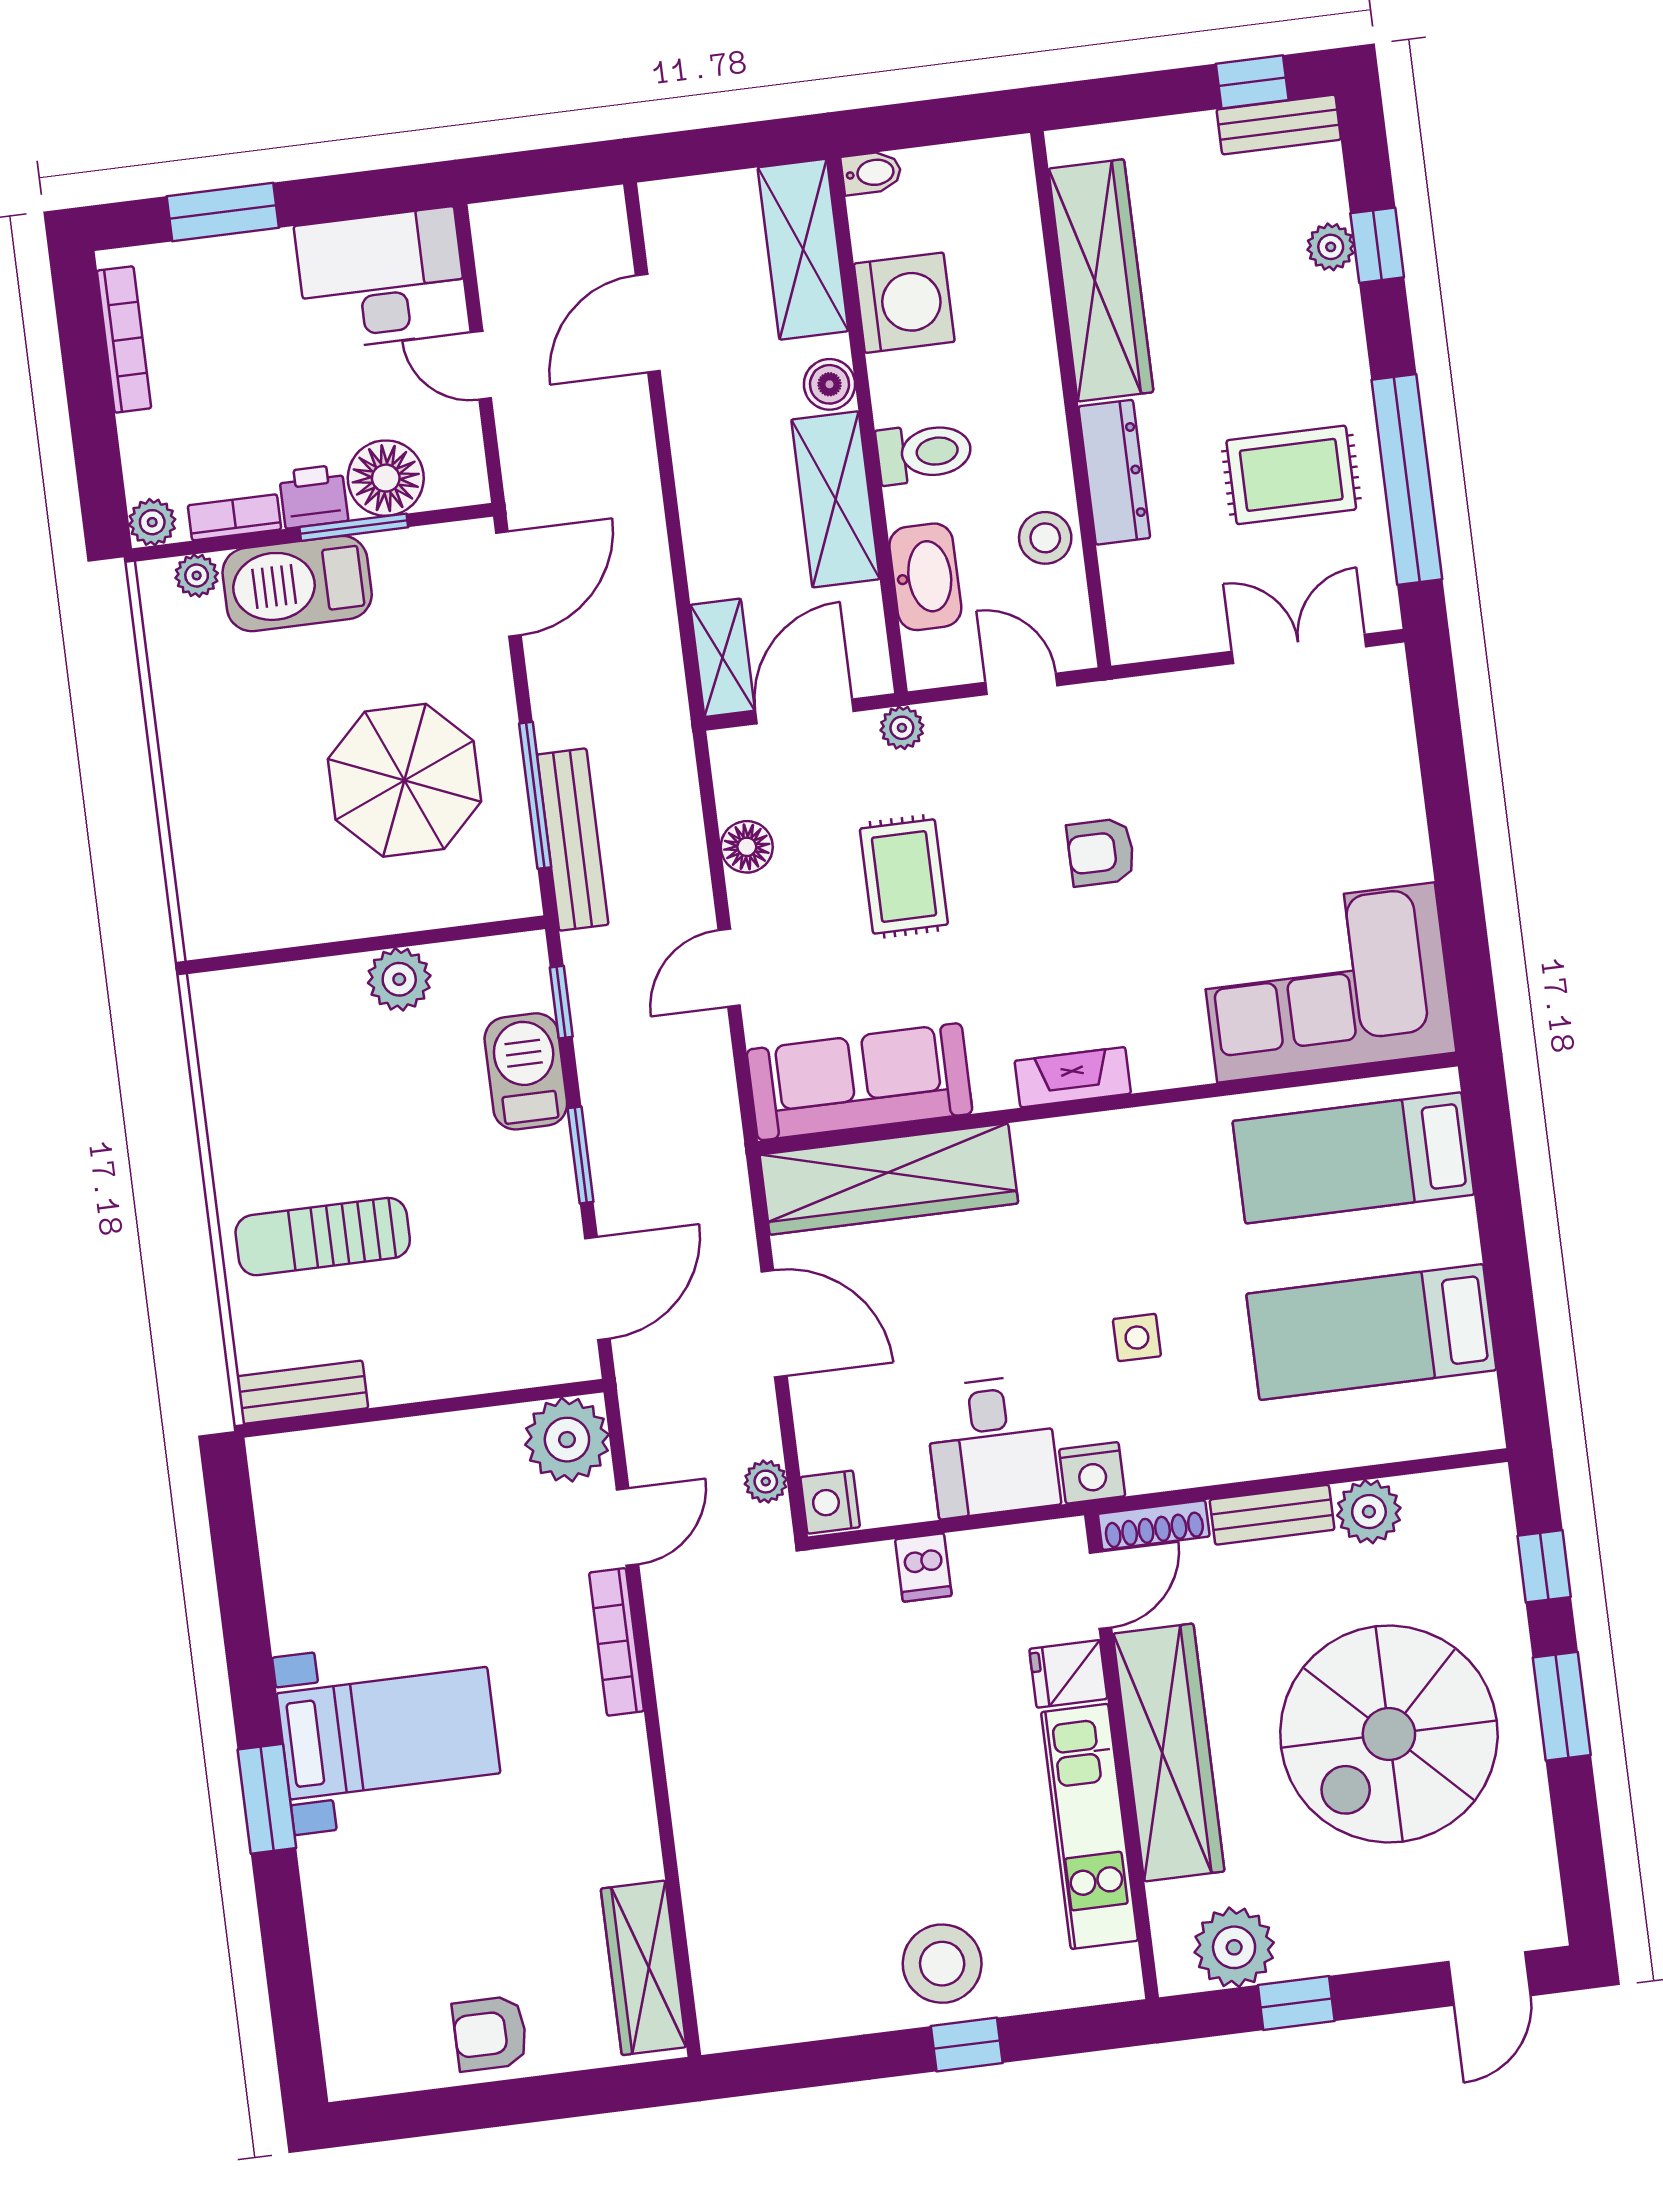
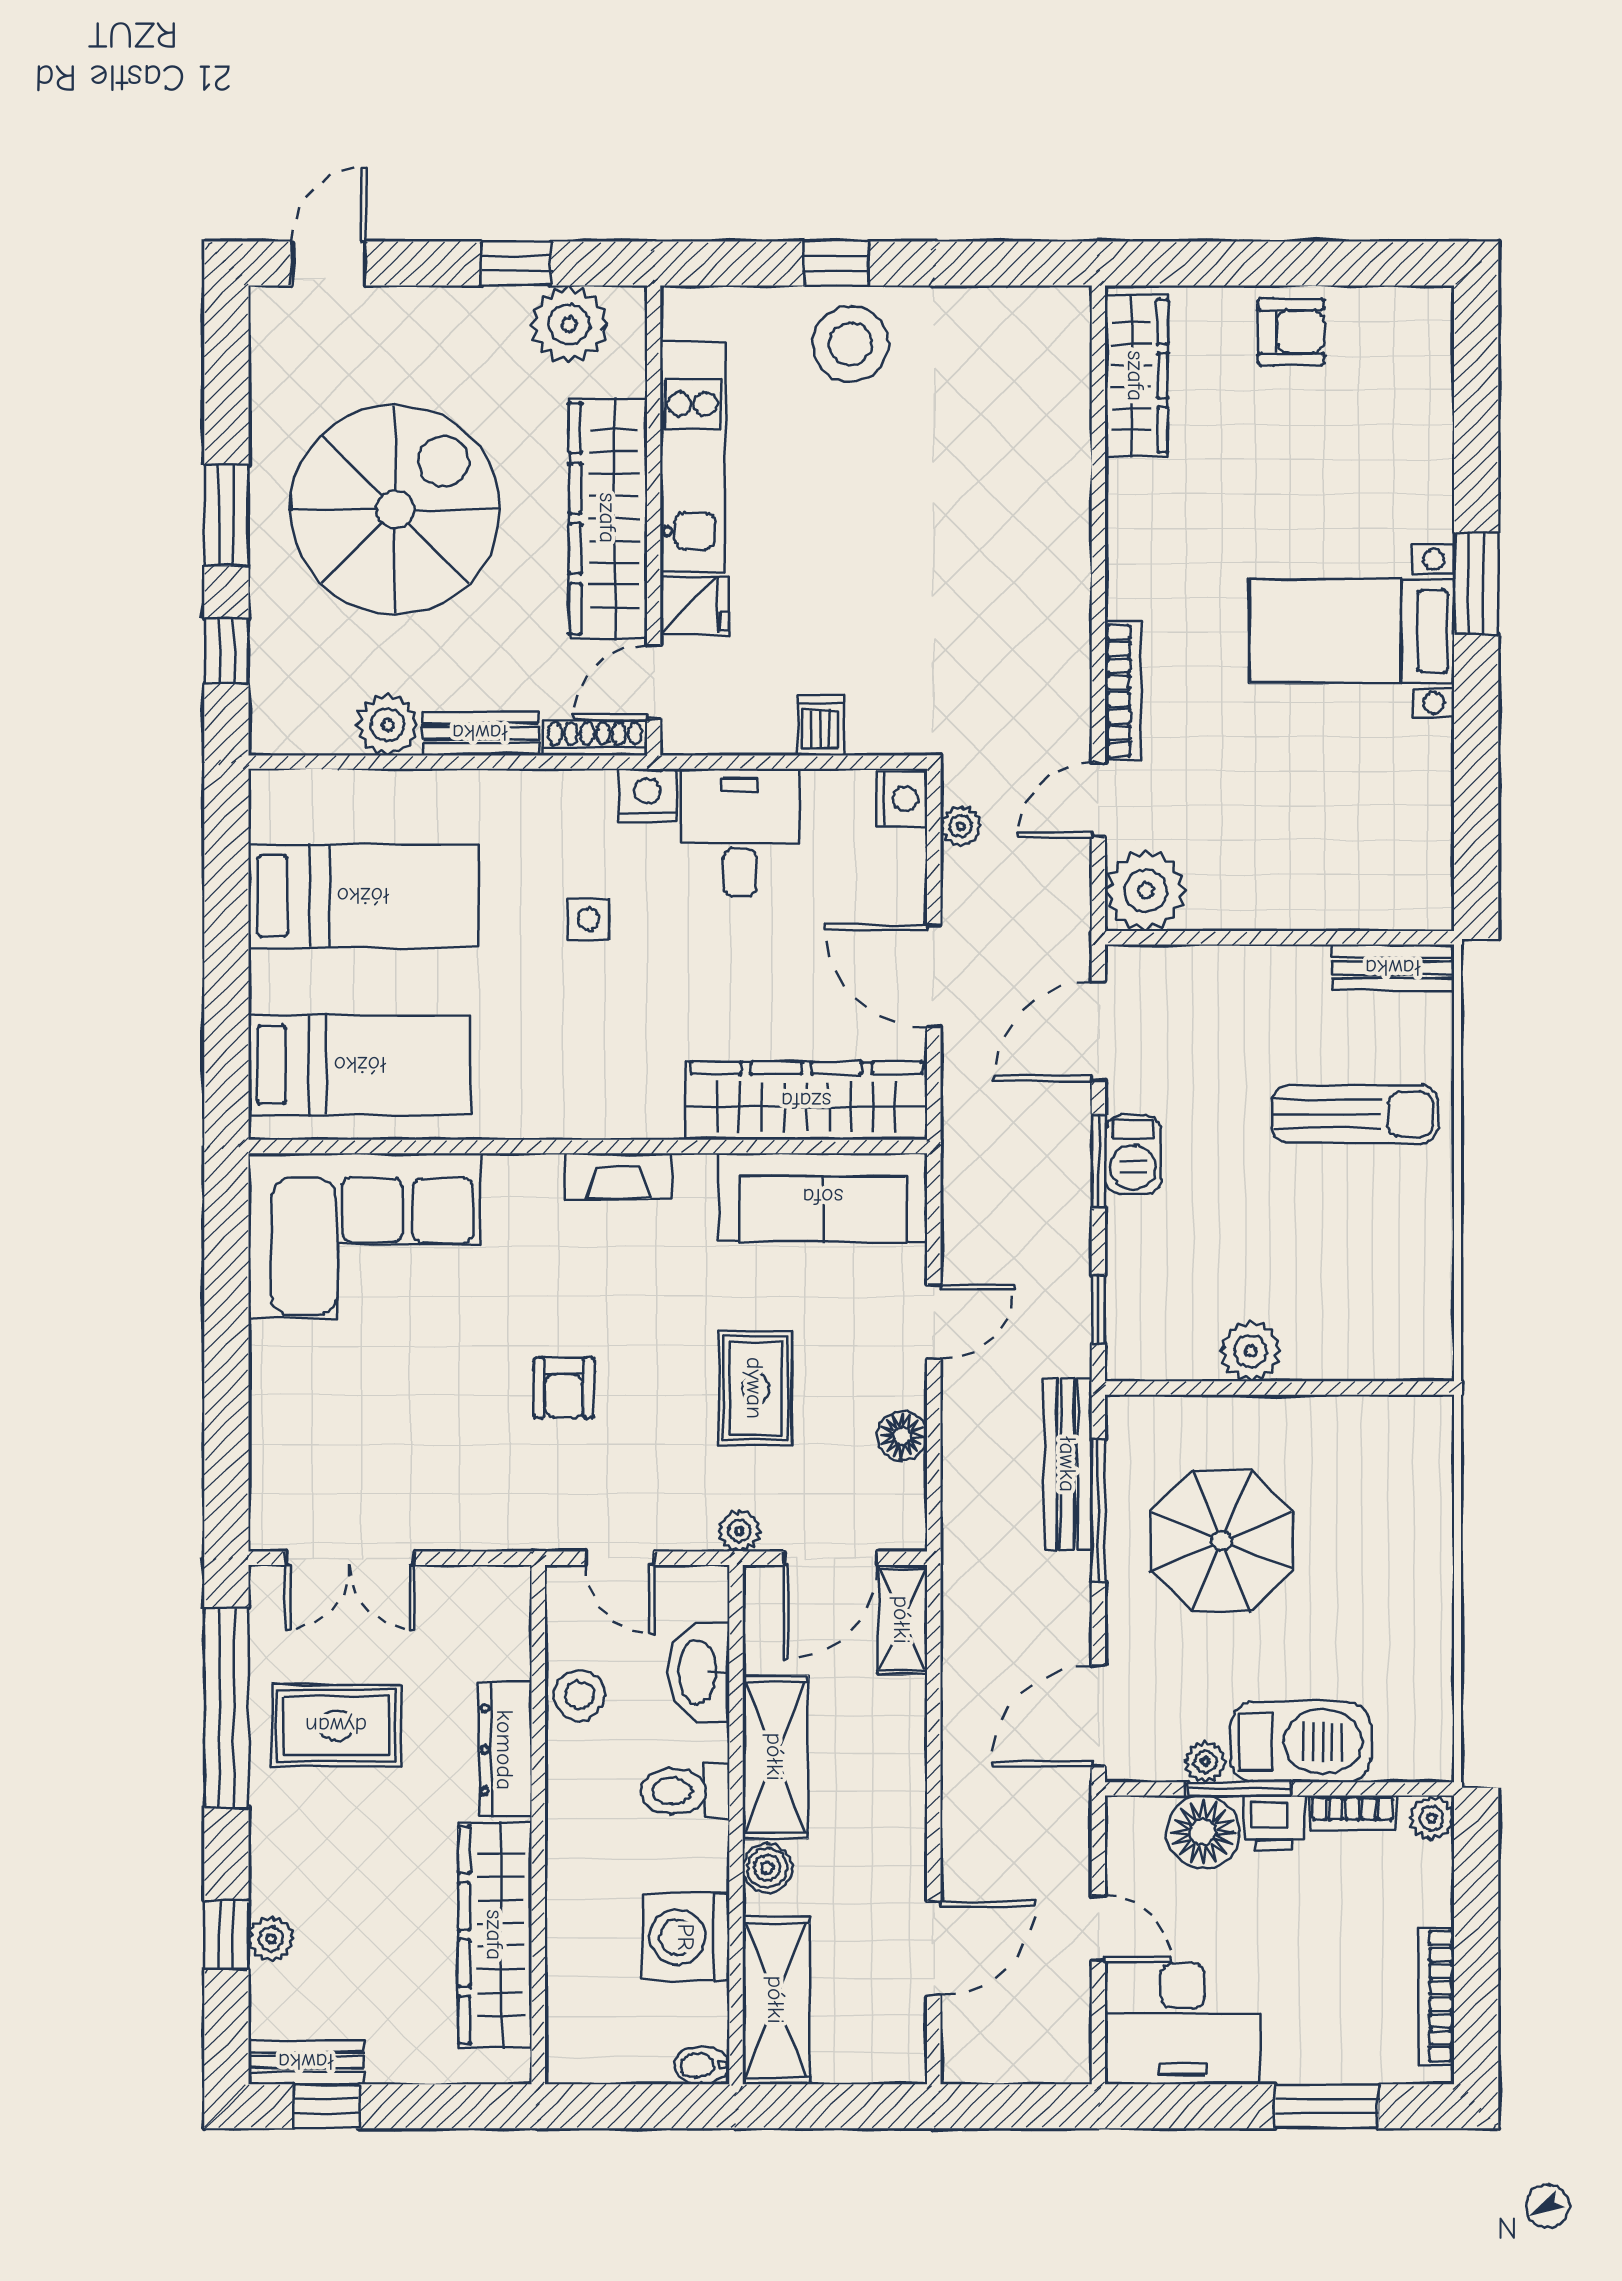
plant: (197, 576) -> (1205, 1762), moved
armchair: (1101, 852) -> (564, 1388), turned 90
barbecue: (526, 1071) -> (1133, 1155), moved, width x0.73, depth x0.79

